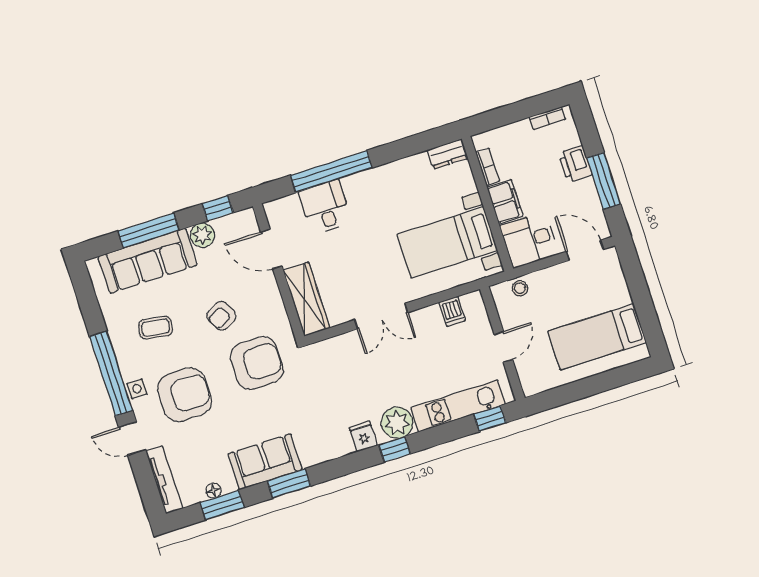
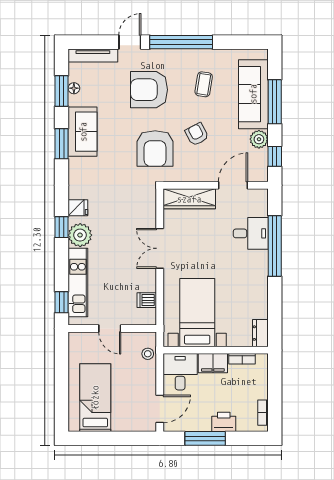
side table: (137, 389) -> (164, 57), removed
armchair: (185, 395) -> (149, 90), turned 90

